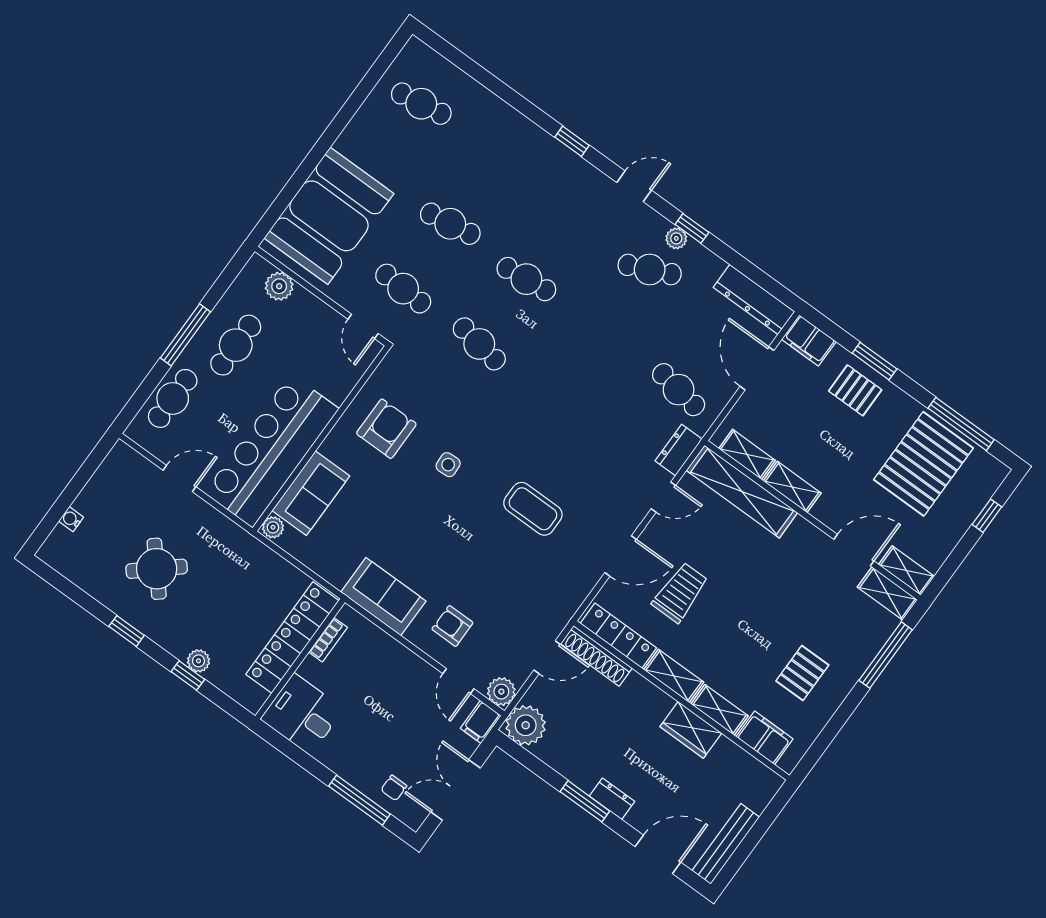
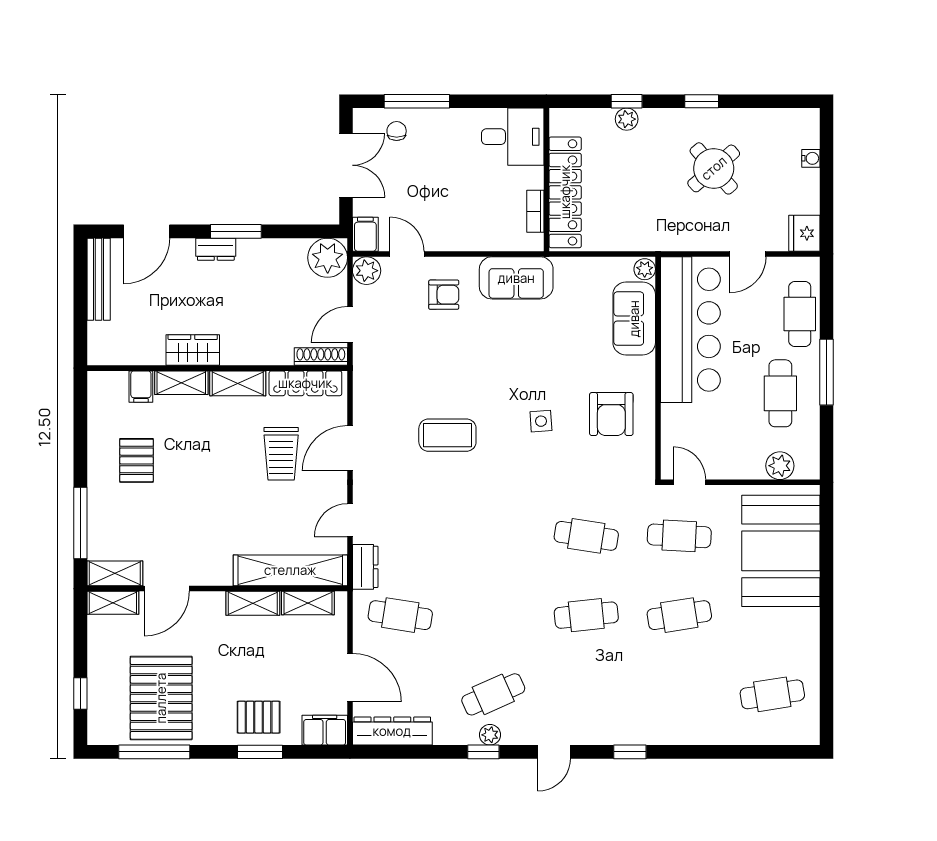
fridge: (121, 462) -> (804, 233), added
shoe rack: (596, 656) -> (321, 356), width x0.74, depth x0.81
filing cabinet: (765, 738) -> (141, 387), width x0.50

